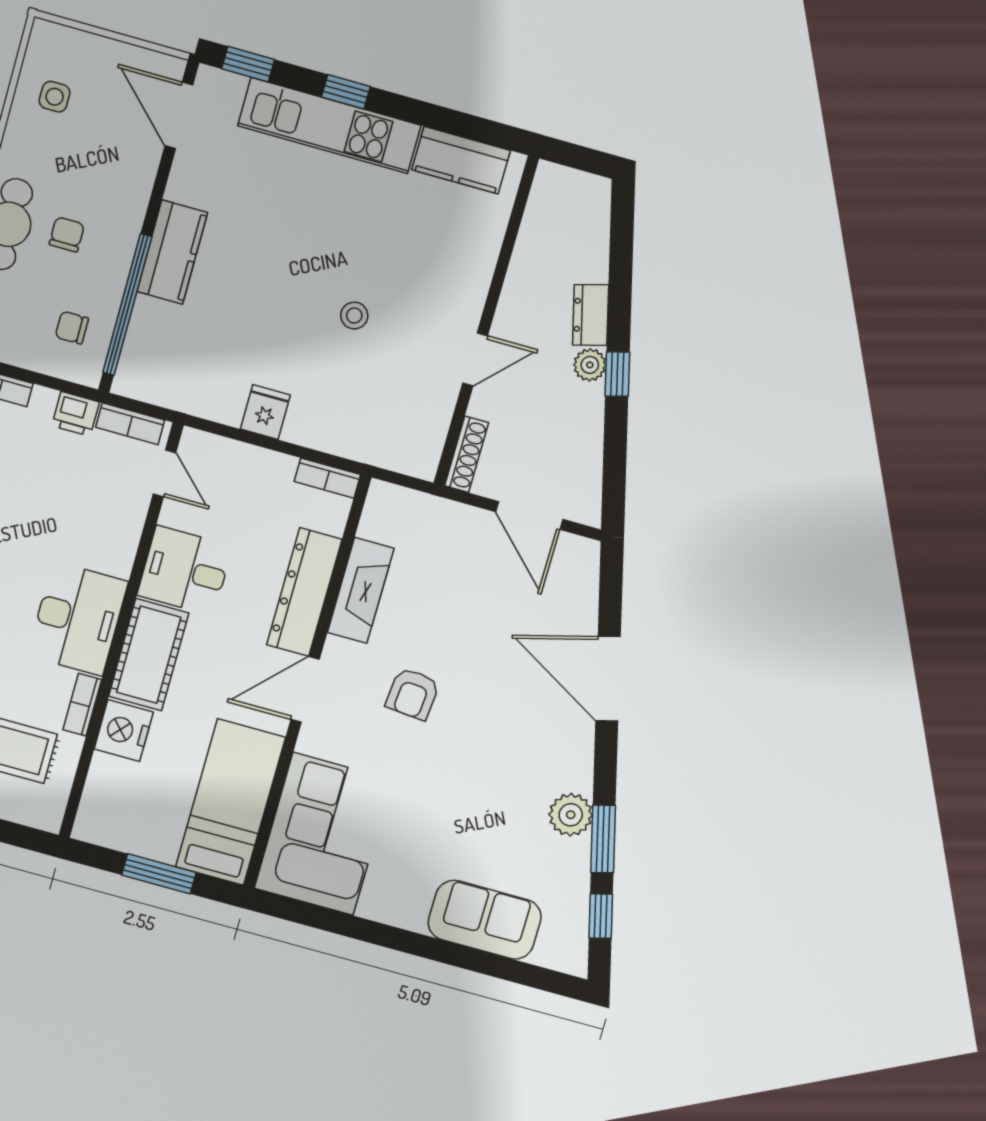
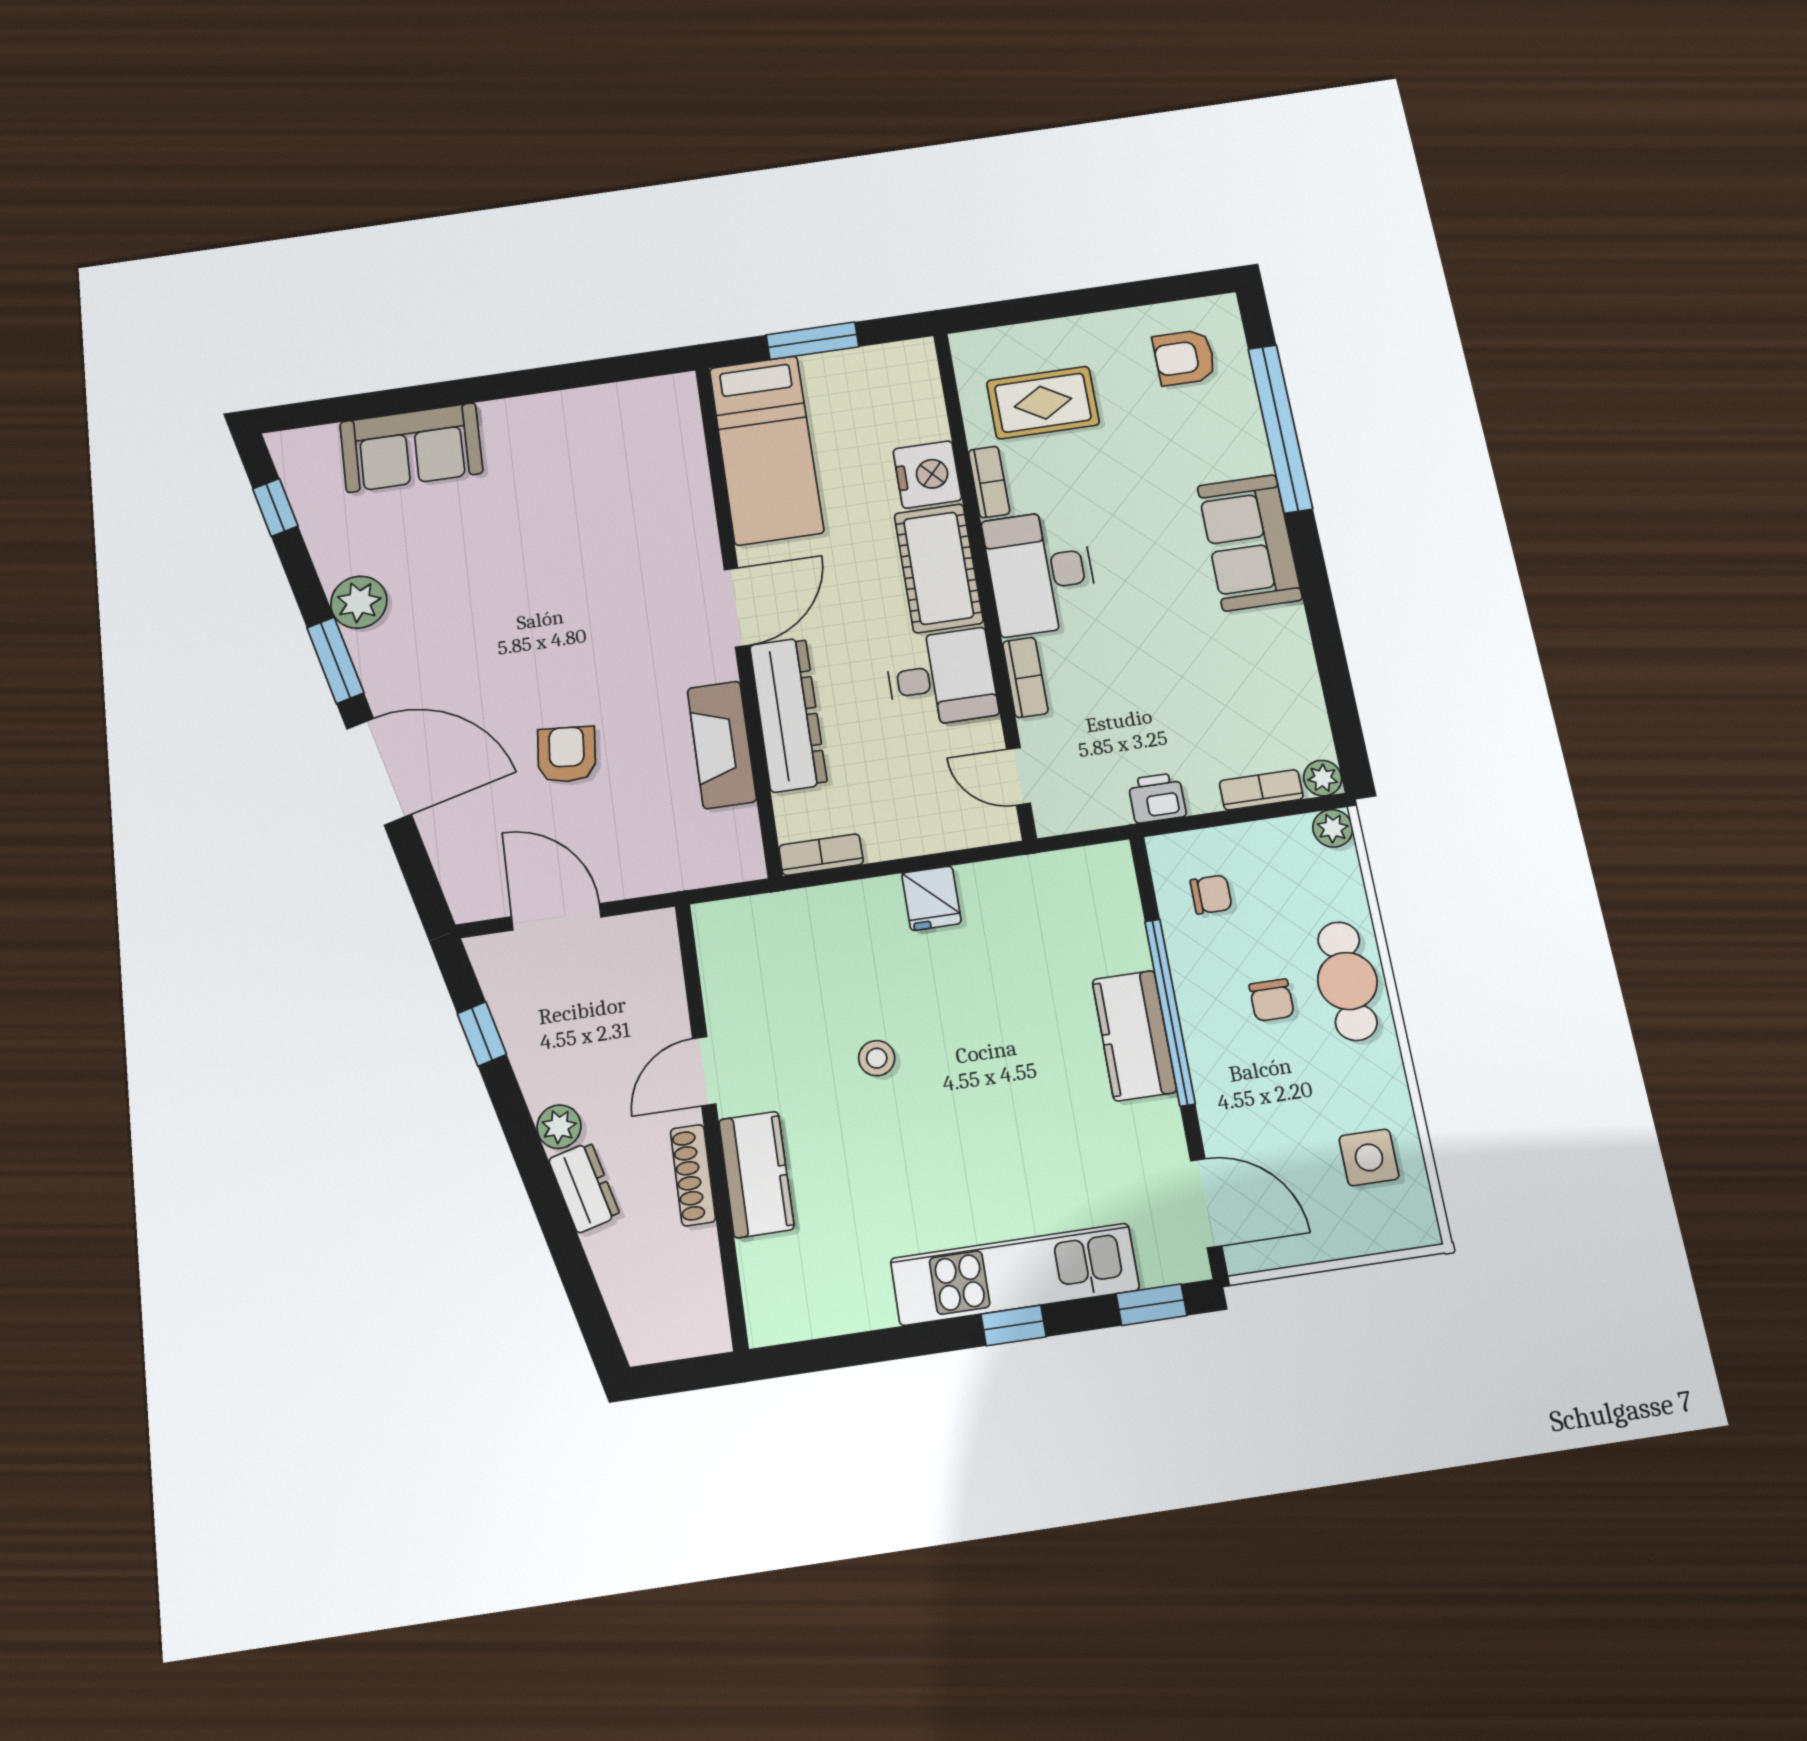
side table: (55, 97) -> (1369, 1157), width x1.37, depth x1.37
kitchen counter: (461, 160) -> (756, 1174), moved, turned 90
window: (127, 305) -> (1170, 1012), moved
window: (617, 374) -> (482, 1034), moved
bookcase: (130, 424) -> (1025, 677), moved, turned 90
shoe rack: (467, 454) -> (693, 1175), moved
armchair: (413, 694) -> (567, 754), moved
corner sofa: (323, 834) -> (642, 461), removed
window: (603, 839) -> (335, 660), moved

